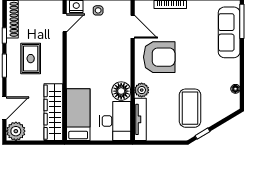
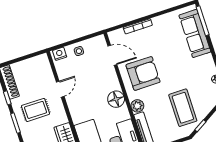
door: (65, 23) -> (60, 89), moved
rug: (31, 59) -> (36, 110), turned 90
floor lamp: (121, 91) -> (116, 99), moved

